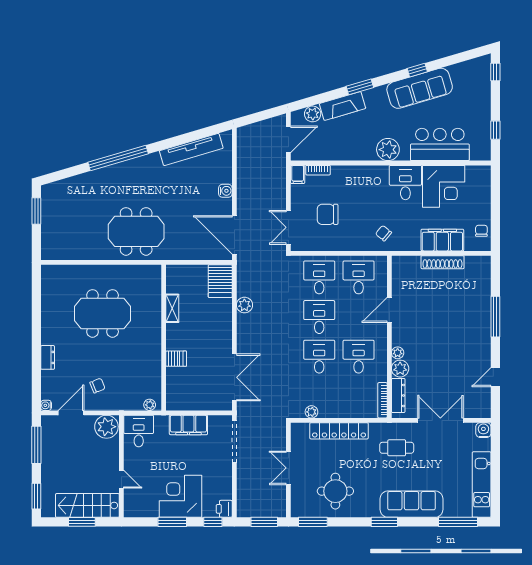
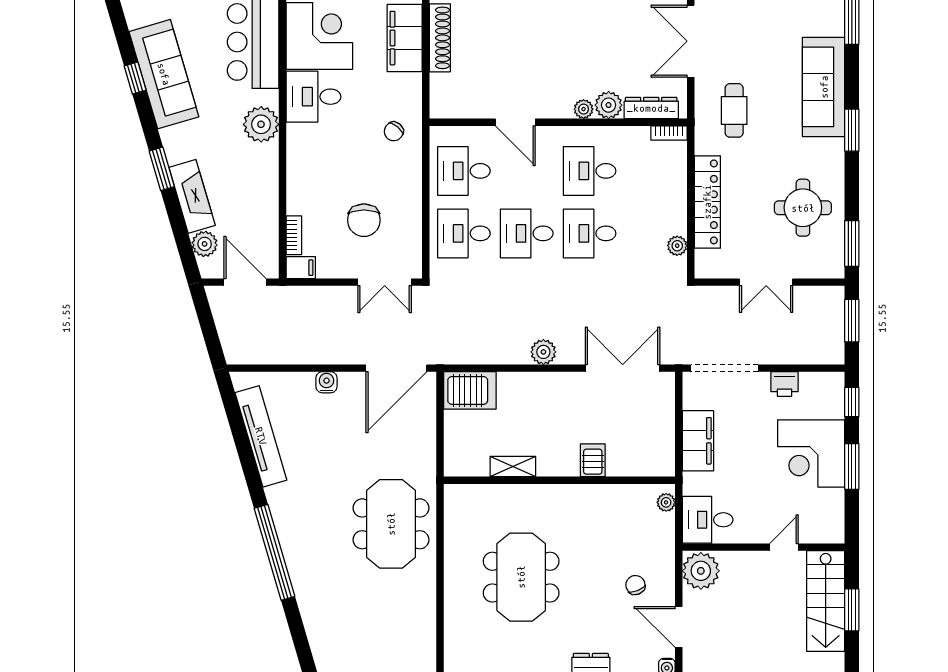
plant: (244, 305) -> (543, 352), moved
bookcase: (382, 400) -> (669, 133), width x0.64
printer: (224, 509) -> (785, 384), moved

